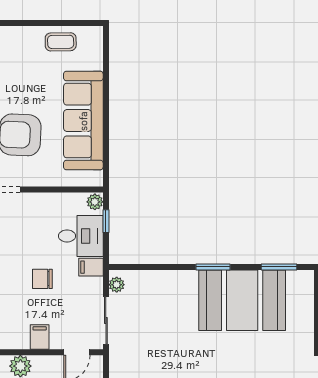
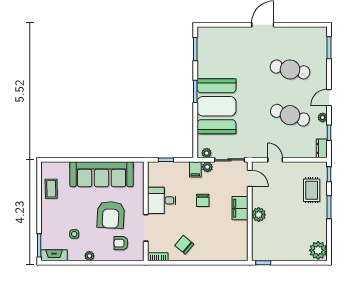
plant: (95, 202) -> (207, 167), moved
desk: (81, 236) -> (162, 200), moved, turned -90
booth: (242, 300) -> (216, 106), moved
filing cabinet: (40, 337) -> (240, 208), width x2.00

